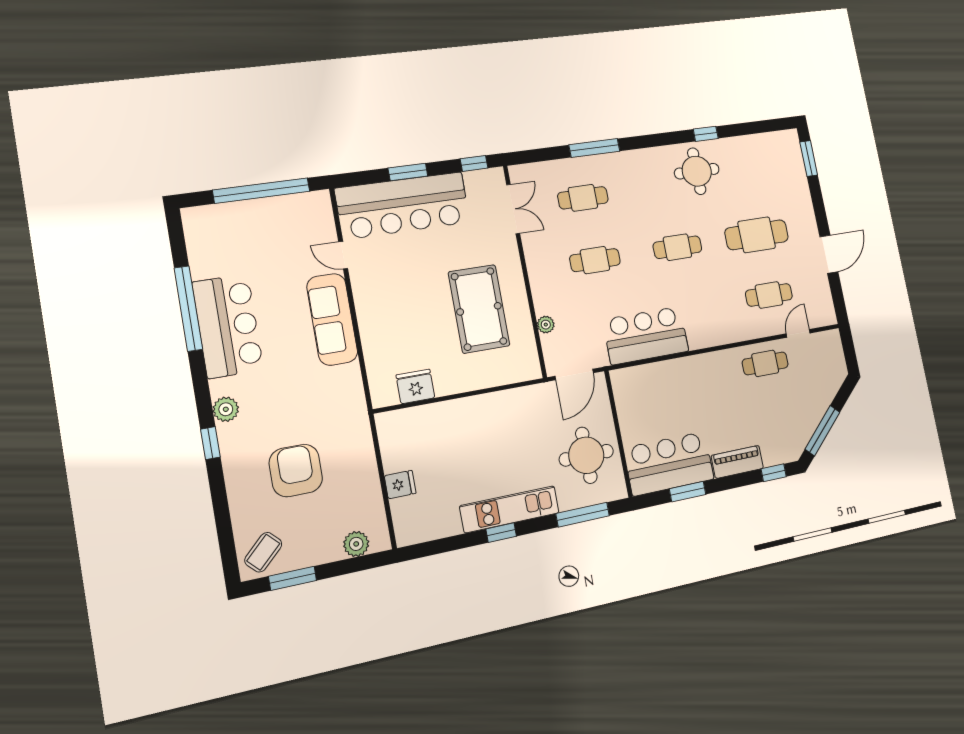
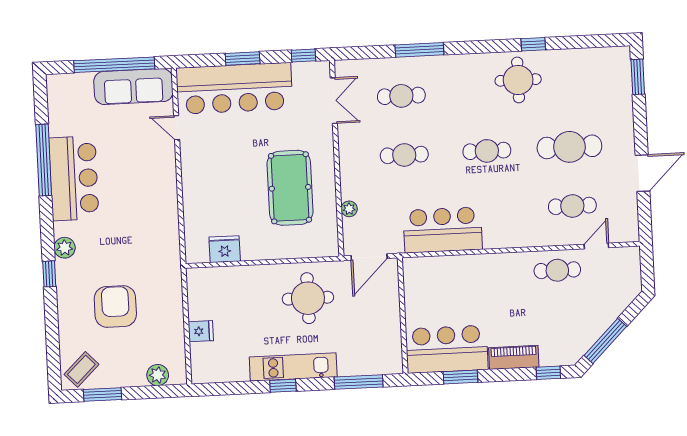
sofa: (332, 319) -> (133, 87), moved, turned -90
round table: (586, 455) -> (308, 298), moved

